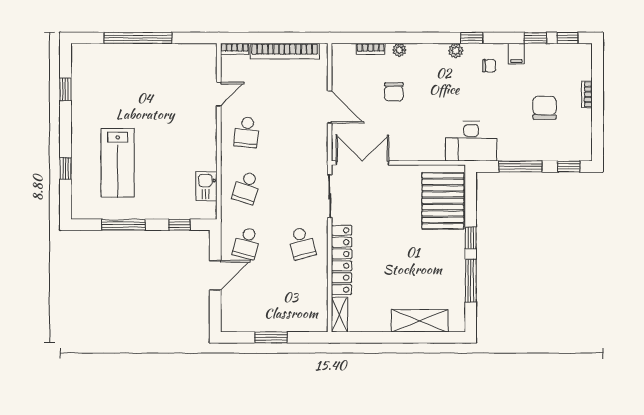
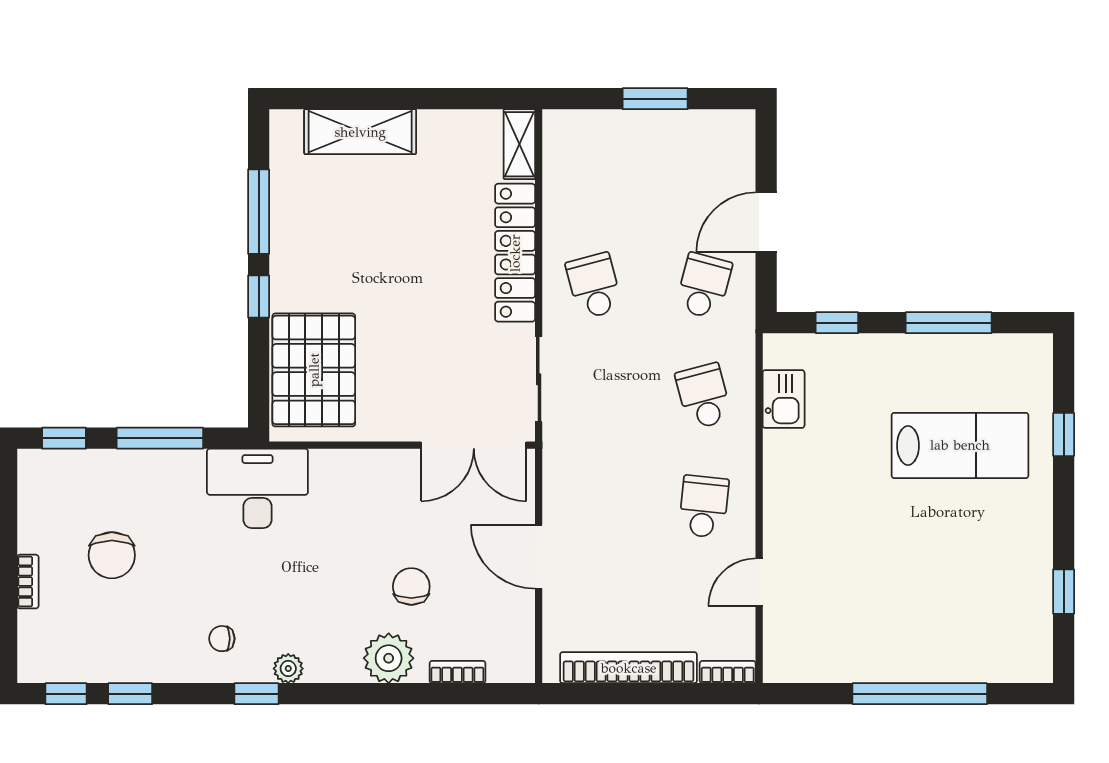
plant: (399, 50) -> (389, 658), width x1.87, depth x1.87
filing cabinet: (516, 54) -> (168, 662), removed
lab bench: (118, 163) -> (960, 445), turned 90
school desk: (247, 188) -> (704, 396), turned -33

